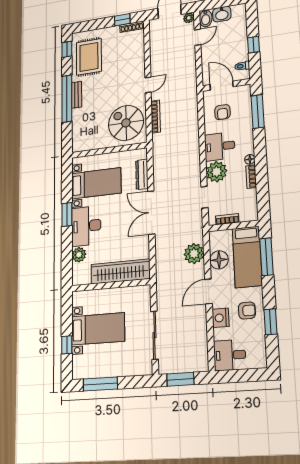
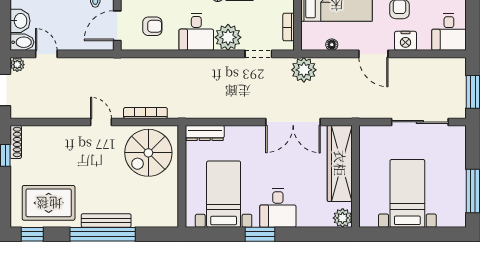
bench: (77, 95) -> (106, 221), width x1.36
dresser: (142, 174) -> (205, 133), moved
double door: (151, 213) -> (293, 122), moved
desk: (86, 226) -> (278, 208), width x0.73
plant: (194, 254) -> (304, 70), moved
plant: (79, 255) -> (343, 218), moved
floor lamp: (219, 260) -> (332, 45), width x0.53, depth x0.53
window: (67, 345) -> (424, 234), removed

